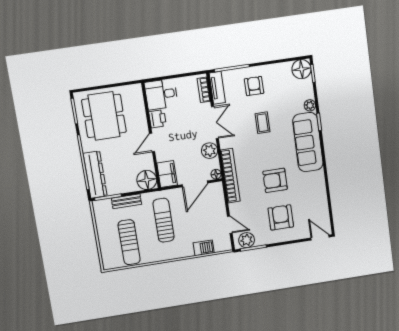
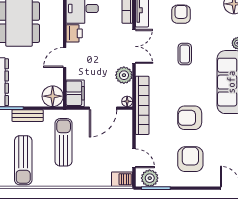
barbecue: (204, 248) -> (122, 179), moved

